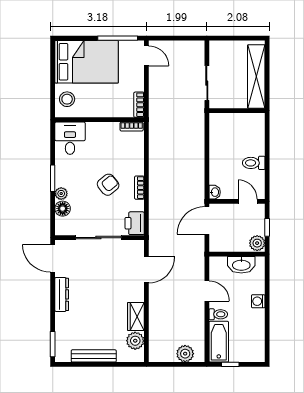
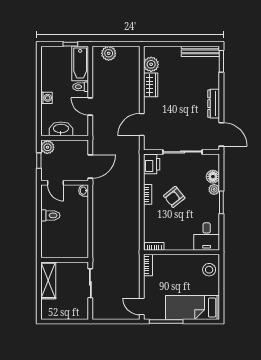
bed: (87, 62) -> (193, 308), width x0.67
shelving: (256, 76) -> (48, 280), width x0.68
bench: (94, 356) -> (200, 51), moved

